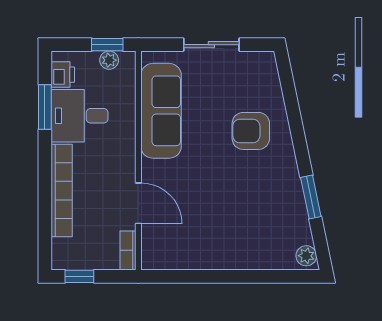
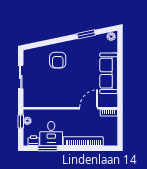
sofa: (161, 111) -> (109, 73), moved, turned -90
window: (79, 276) -> (120, 133), removed

